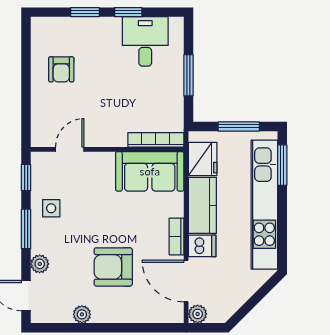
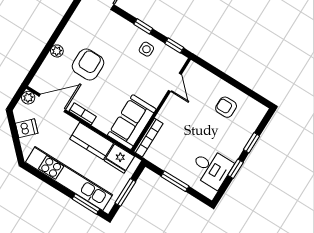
window: (26, 229) -> (143, 26), width x0.67
dishwasher: (202, 246) -> (27, 128), moved, turned -135
plant: (40, 264) -> (117, 21), removed
plant: (82, 314) -> (57, 51), moved

